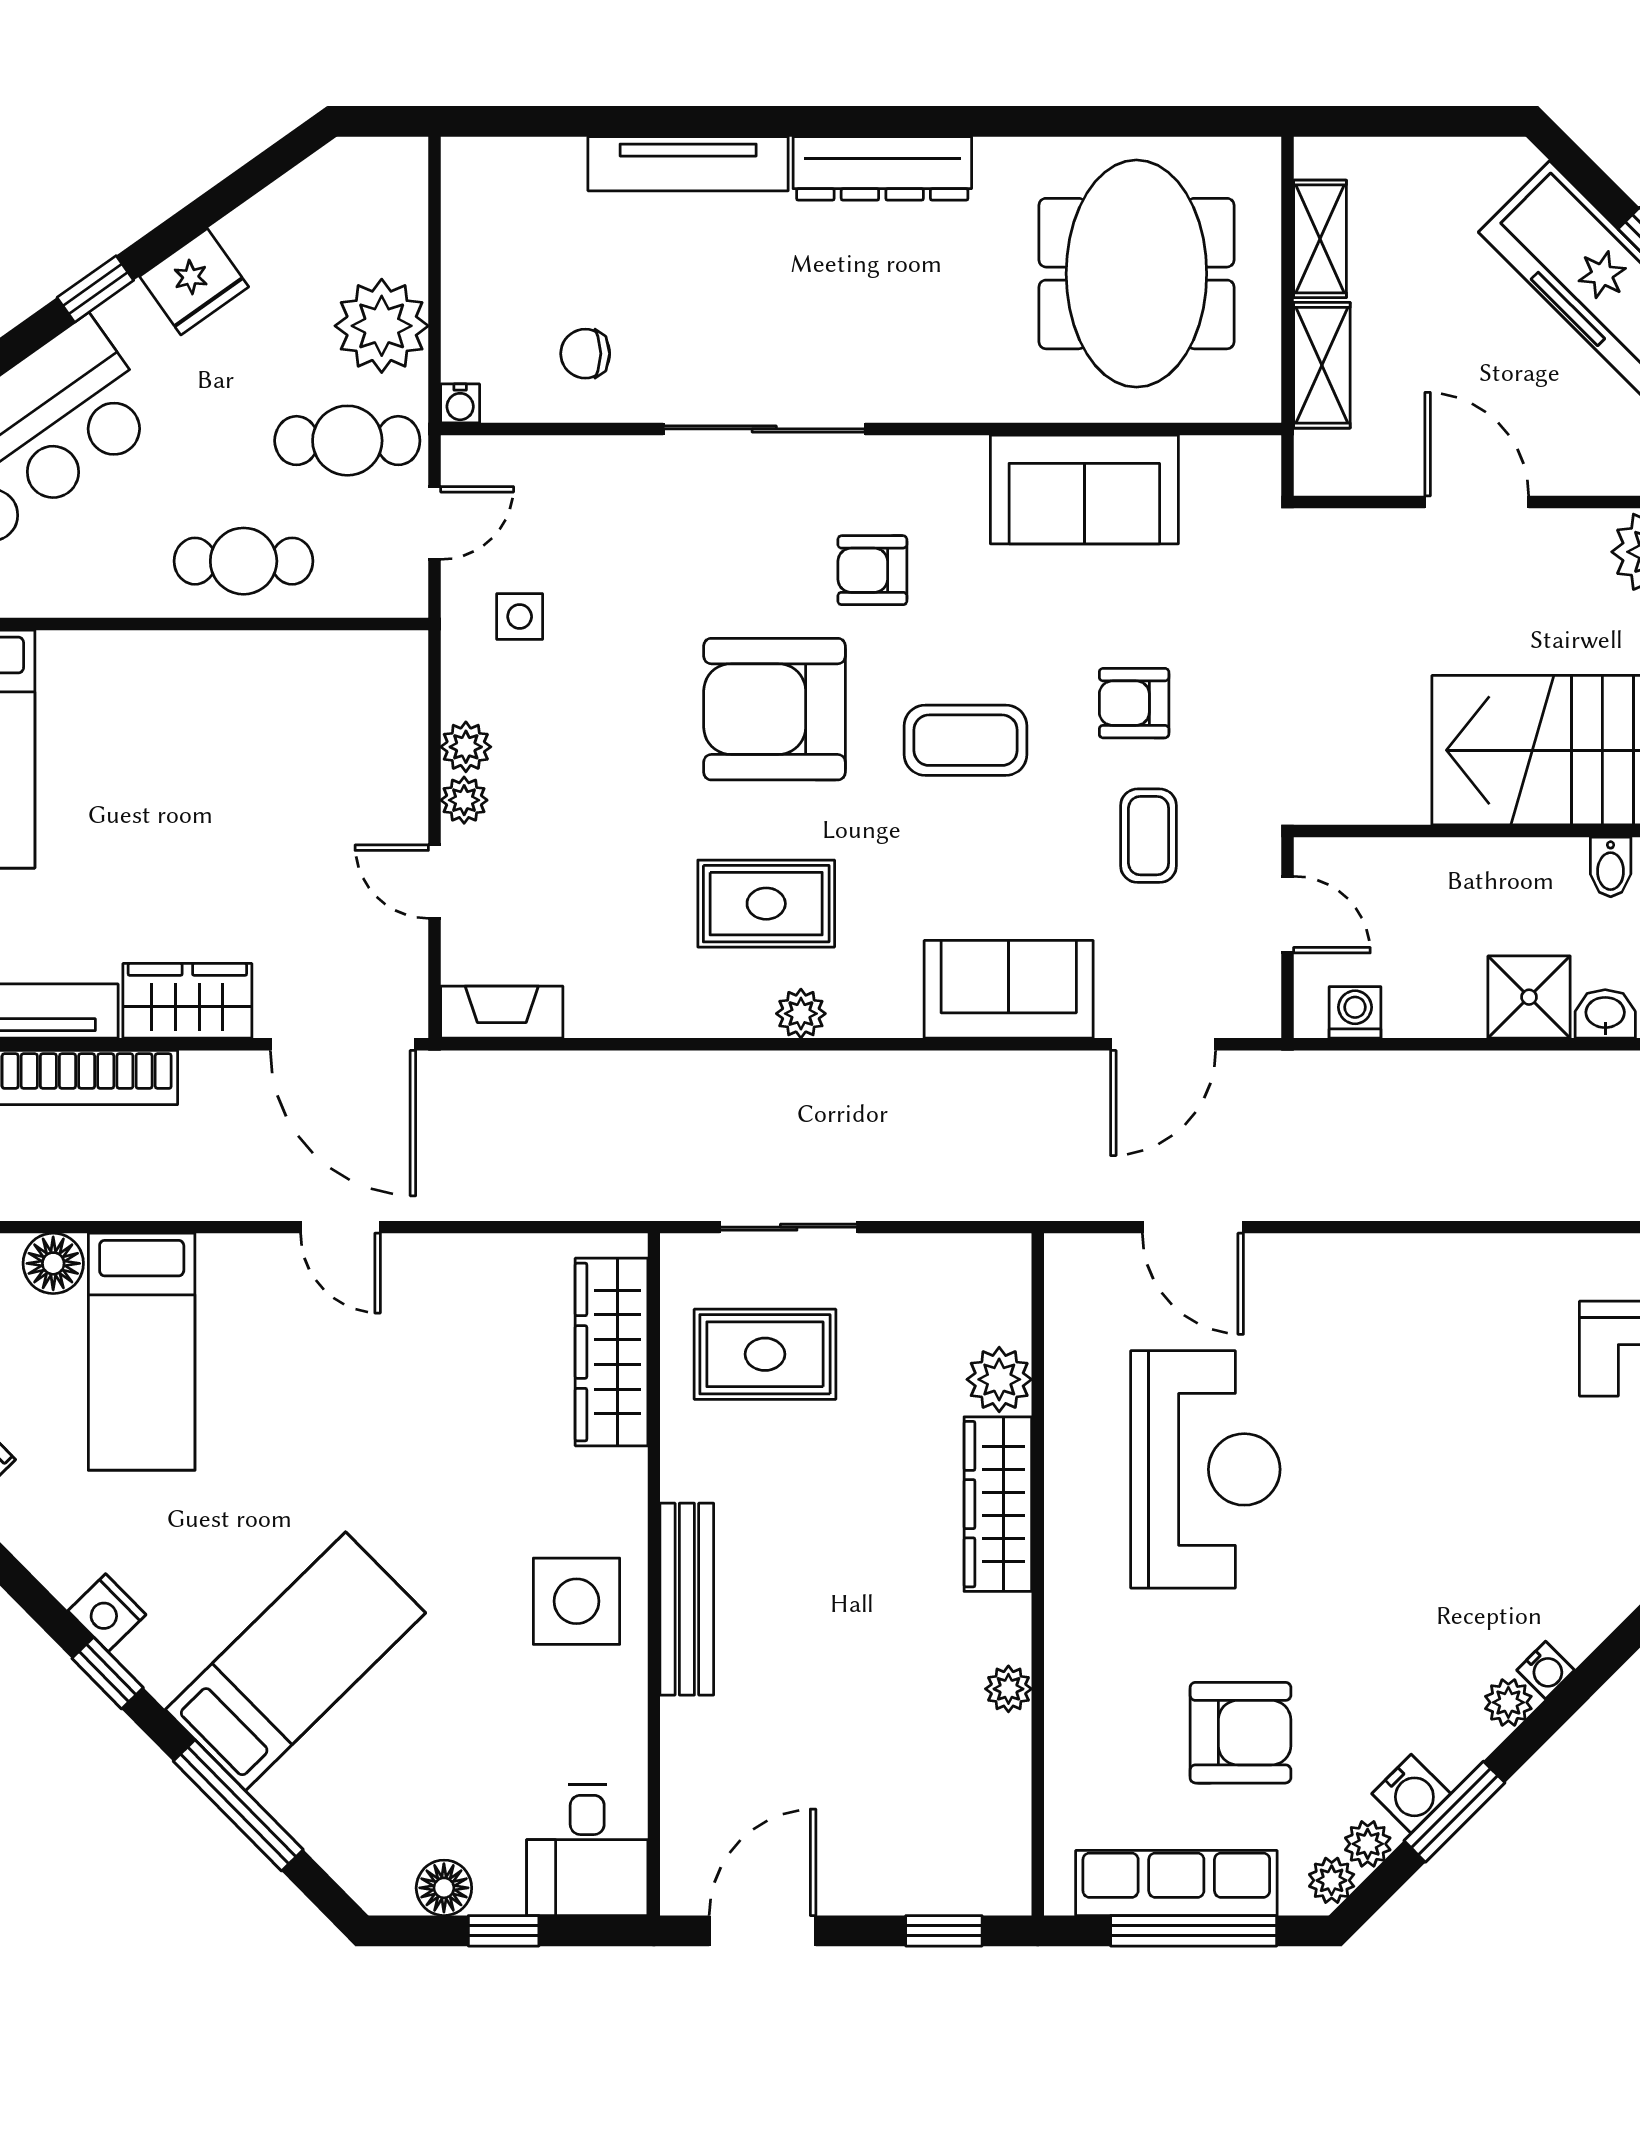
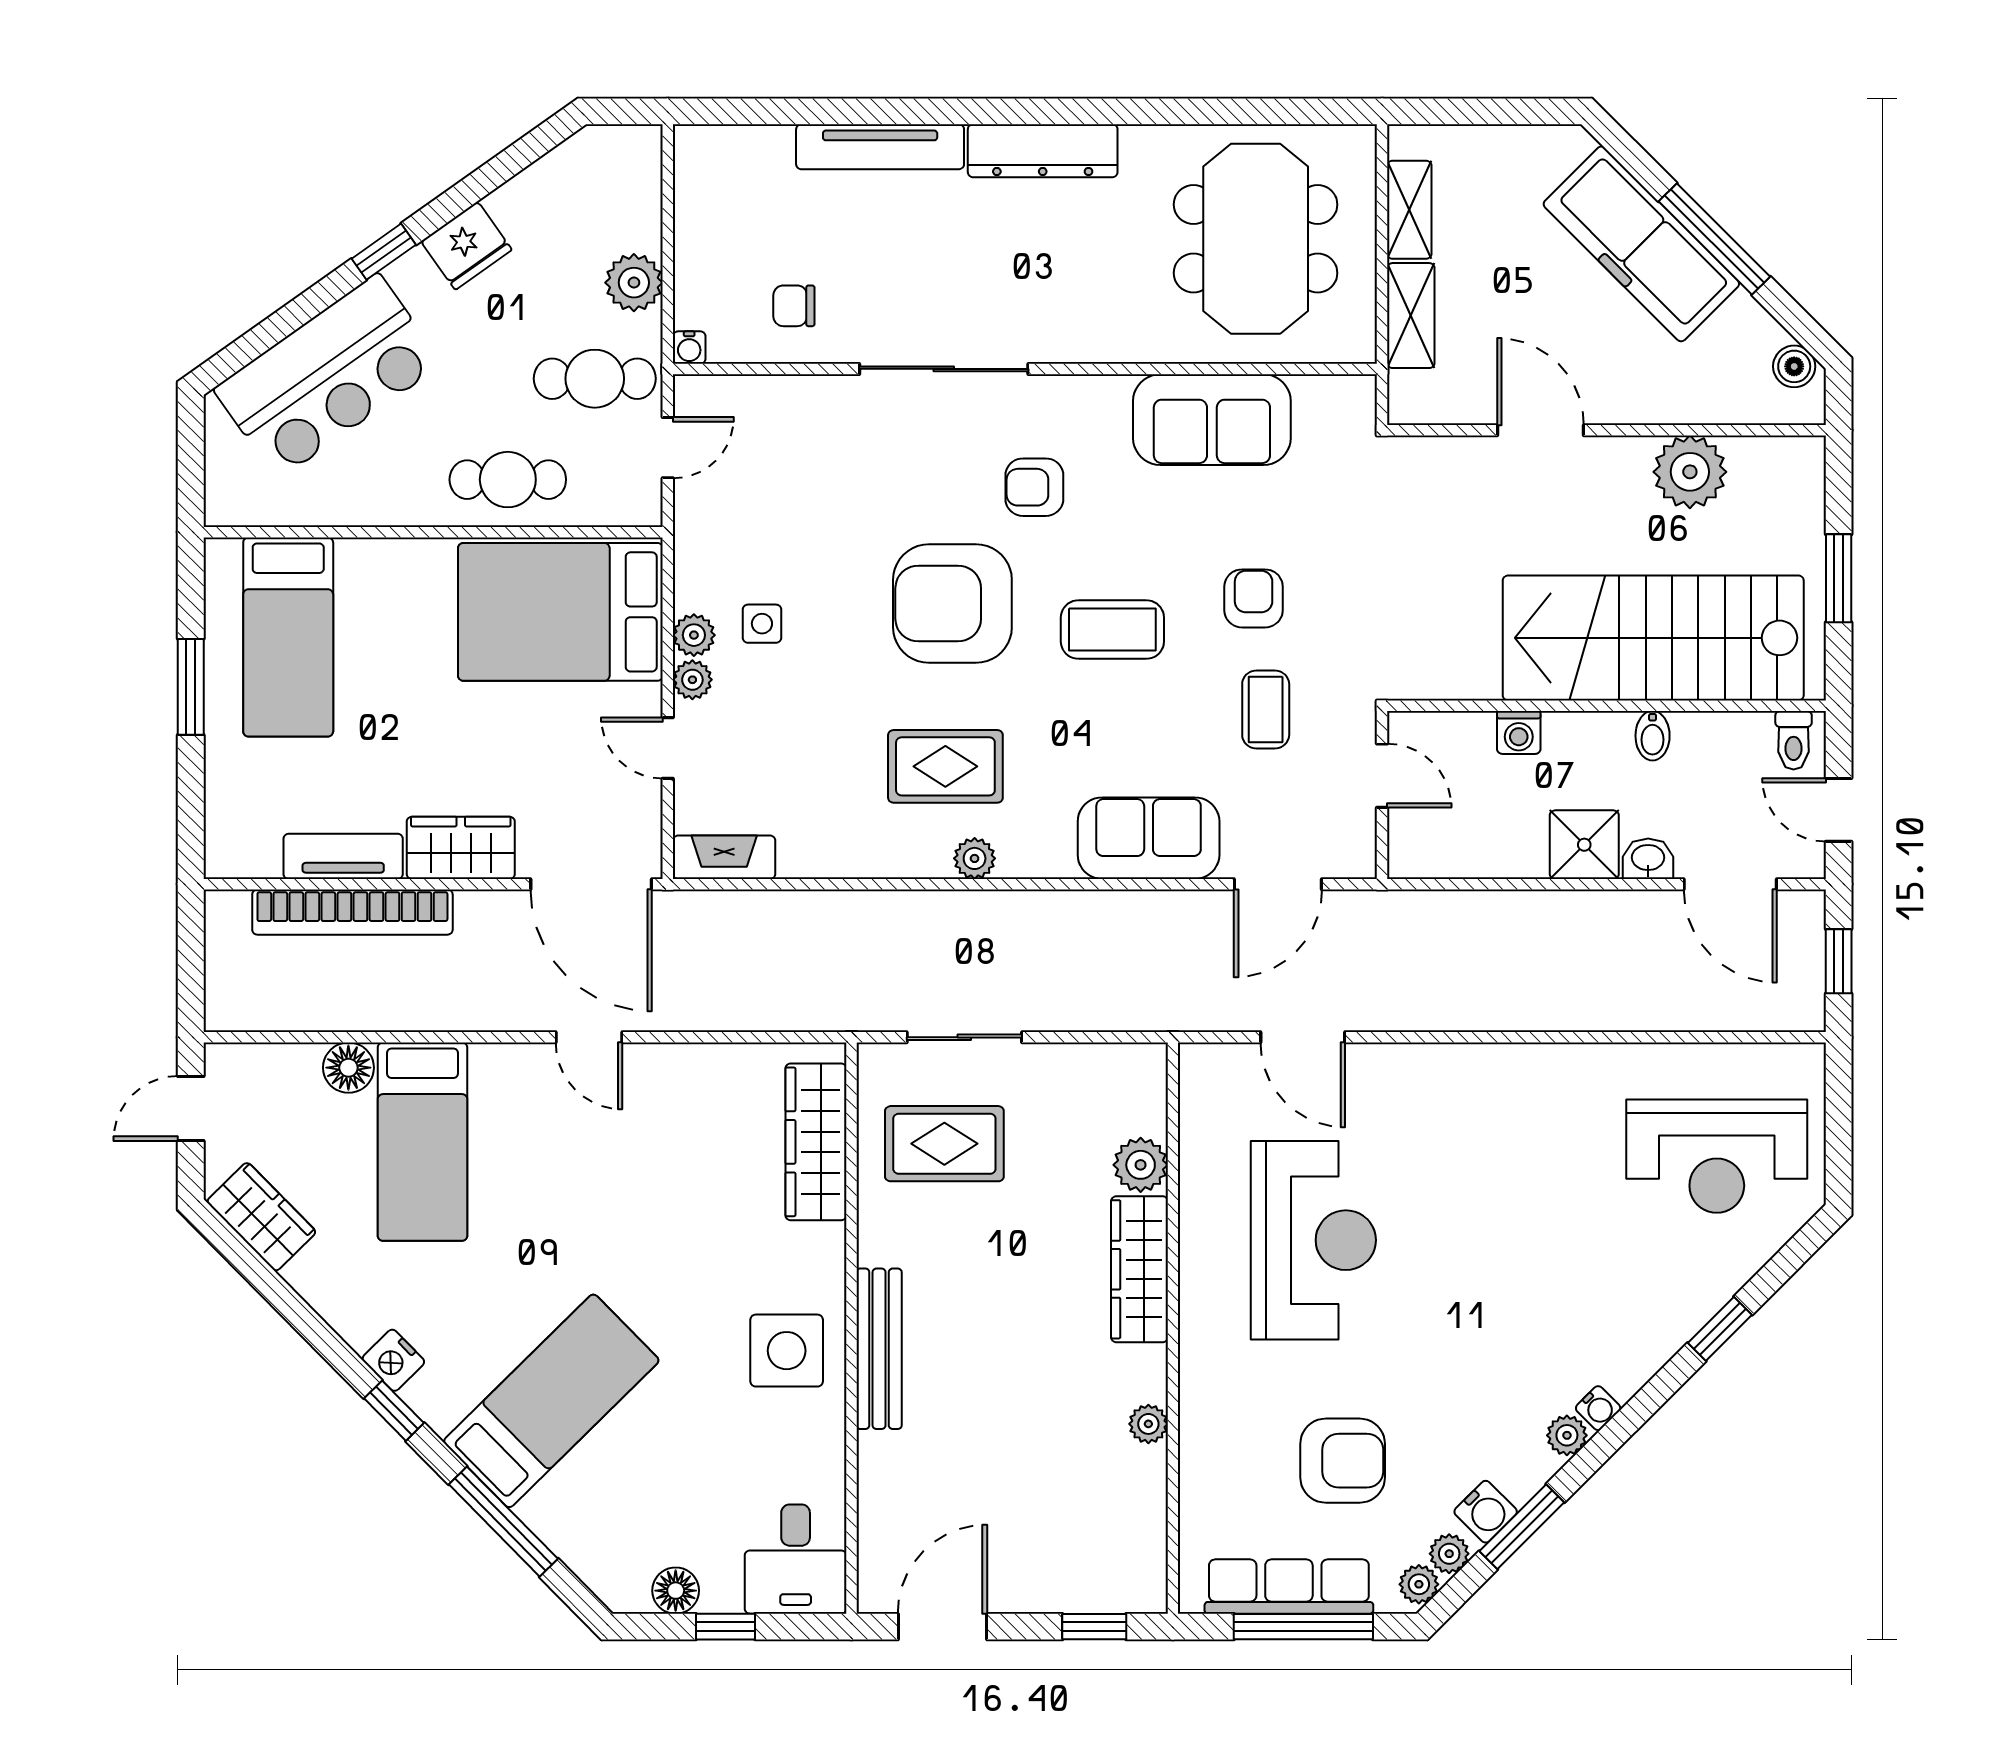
plant: (382, 326) -> (634, 283), width x0.73, depth x0.73
side table: (520, 617) -> (762, 624), moved
armchair: (1134, 703) -> (1254, 598), turned 90
bed: (306, 719) -> (560, 612), added
washing machine: (1355, 1012) -> (1519, 732), moved, turned 180

